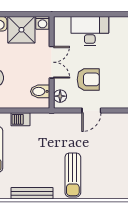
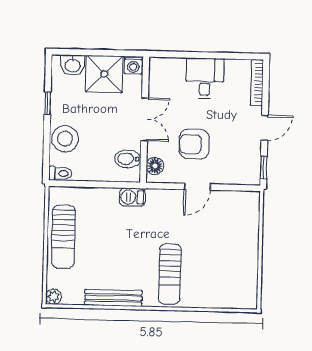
desk: (90, 31) -> (205, 78), width x0.73
armchair: (88, 79) -> (194, 144), turned 180
barbecue: (20, 119) -> (132, 197), moved

